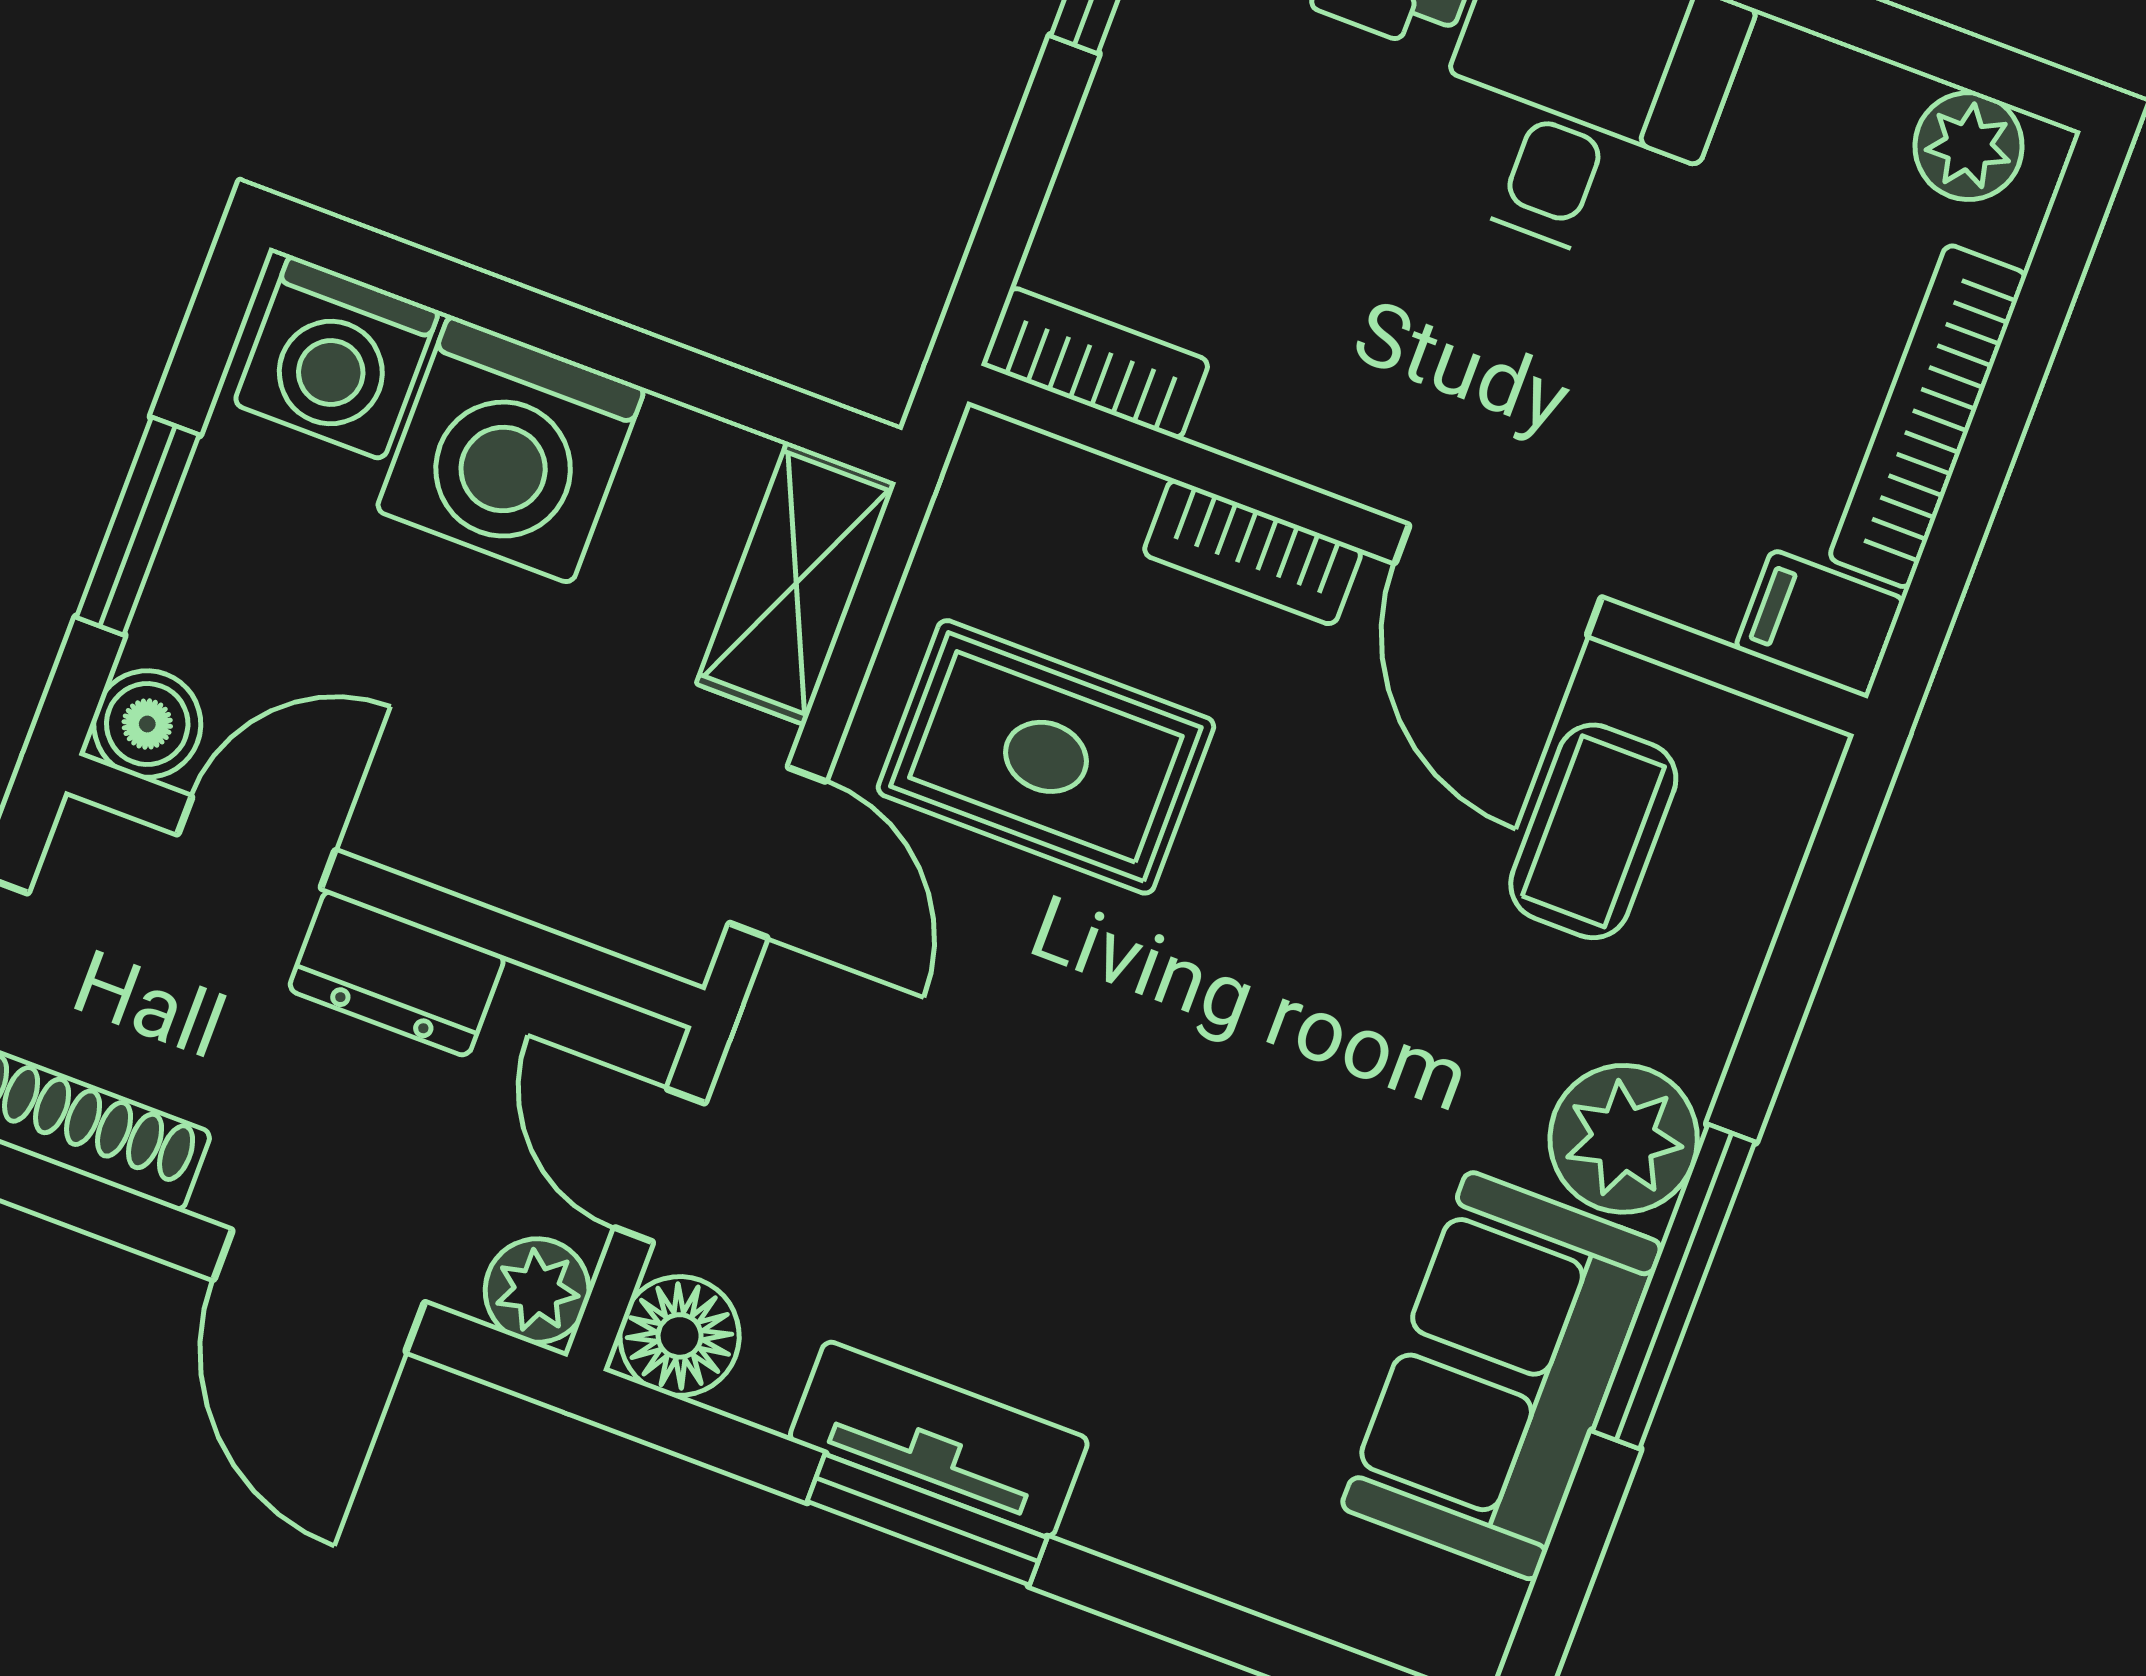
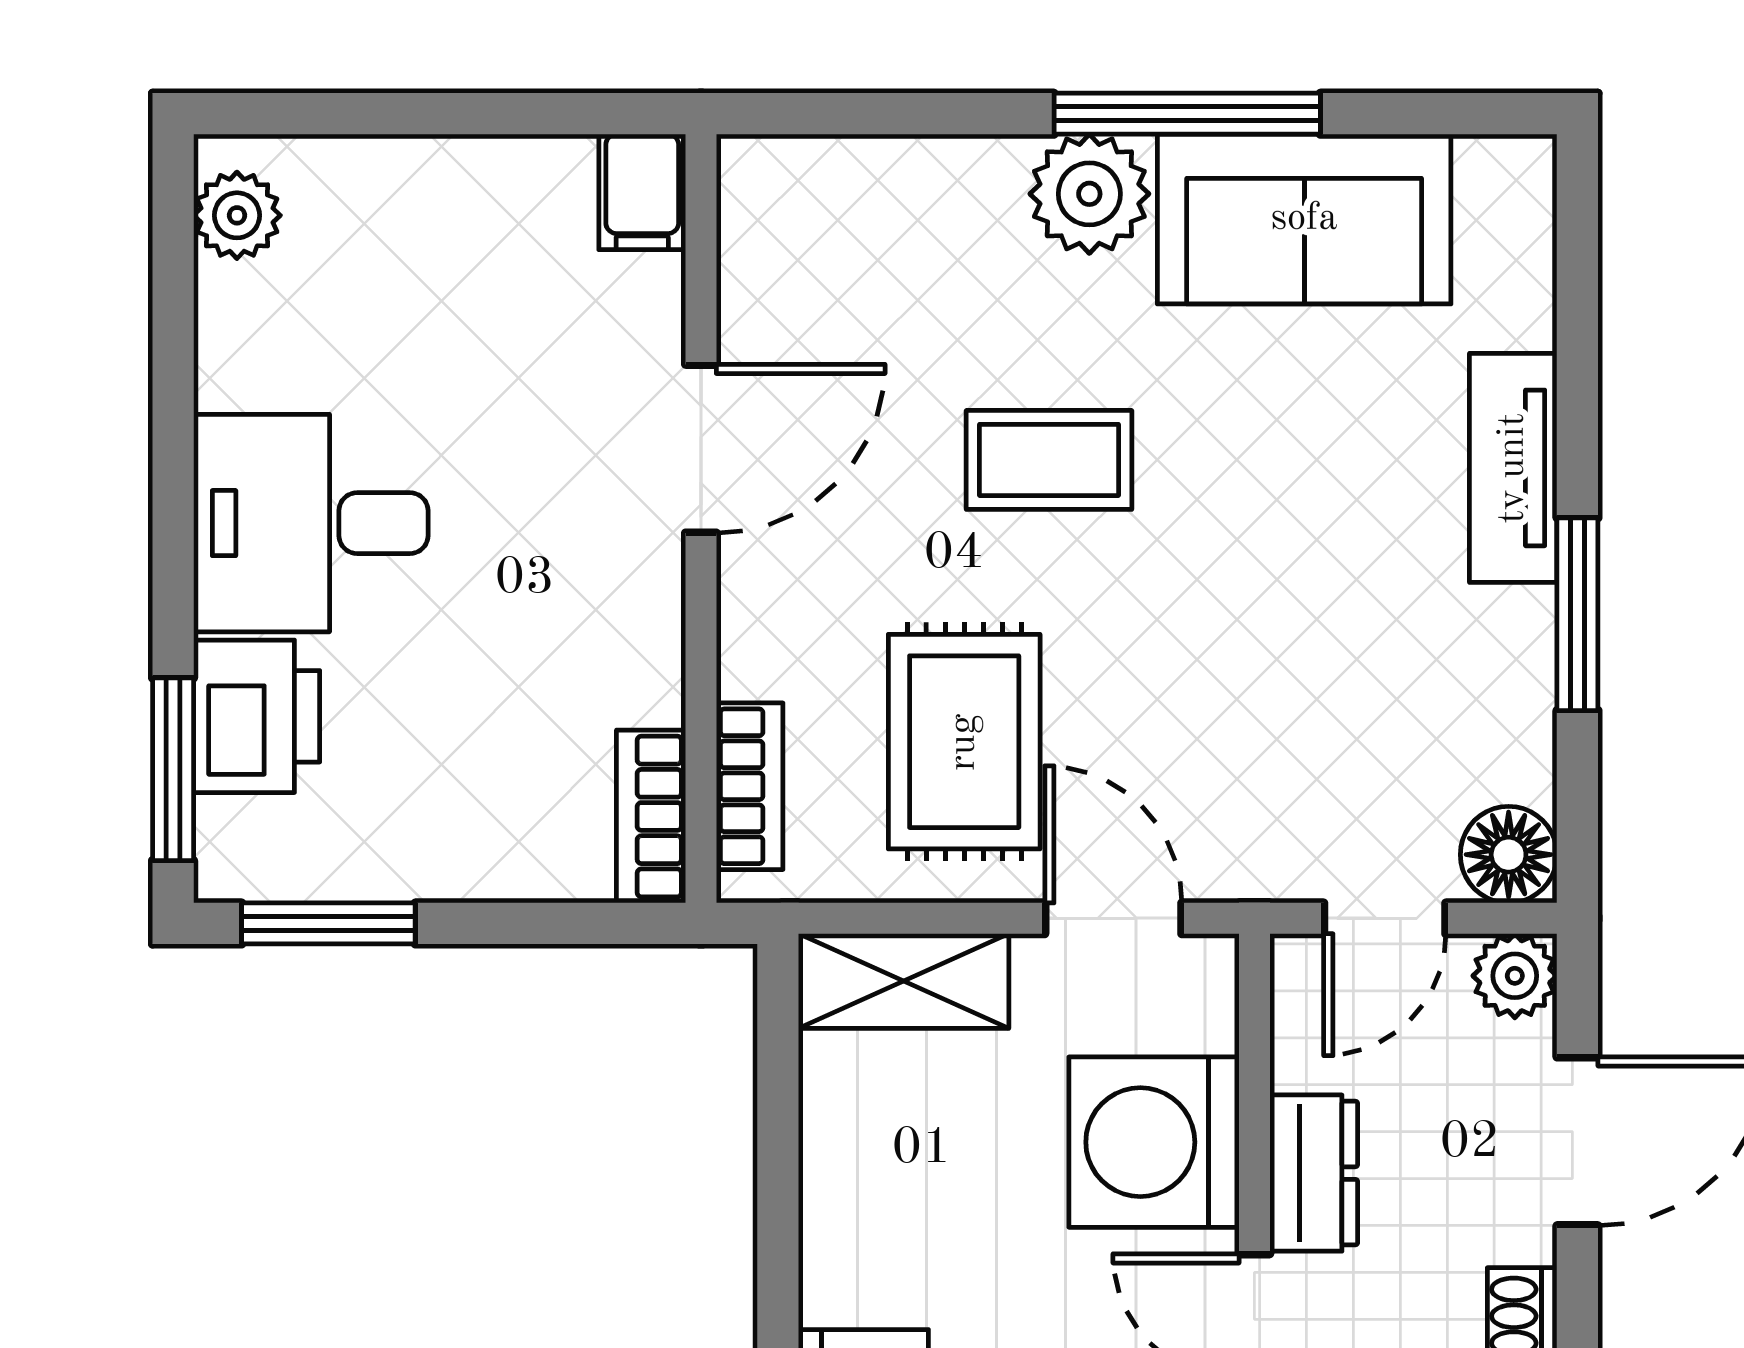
bookcase: (1928, 416) -> (454, 169), removed
washing machine: (510, 449) -> (1154, 1142), moved, turned 180
bookcase: (1253, 552) -> (750, 786), moved
coffee table: (1593, 831) -> (1049, 460), moved
door: (778, 852) -> (1113, 918), hinge flipped
tv unit: (939, 1439) -> (1513, 468), moved

